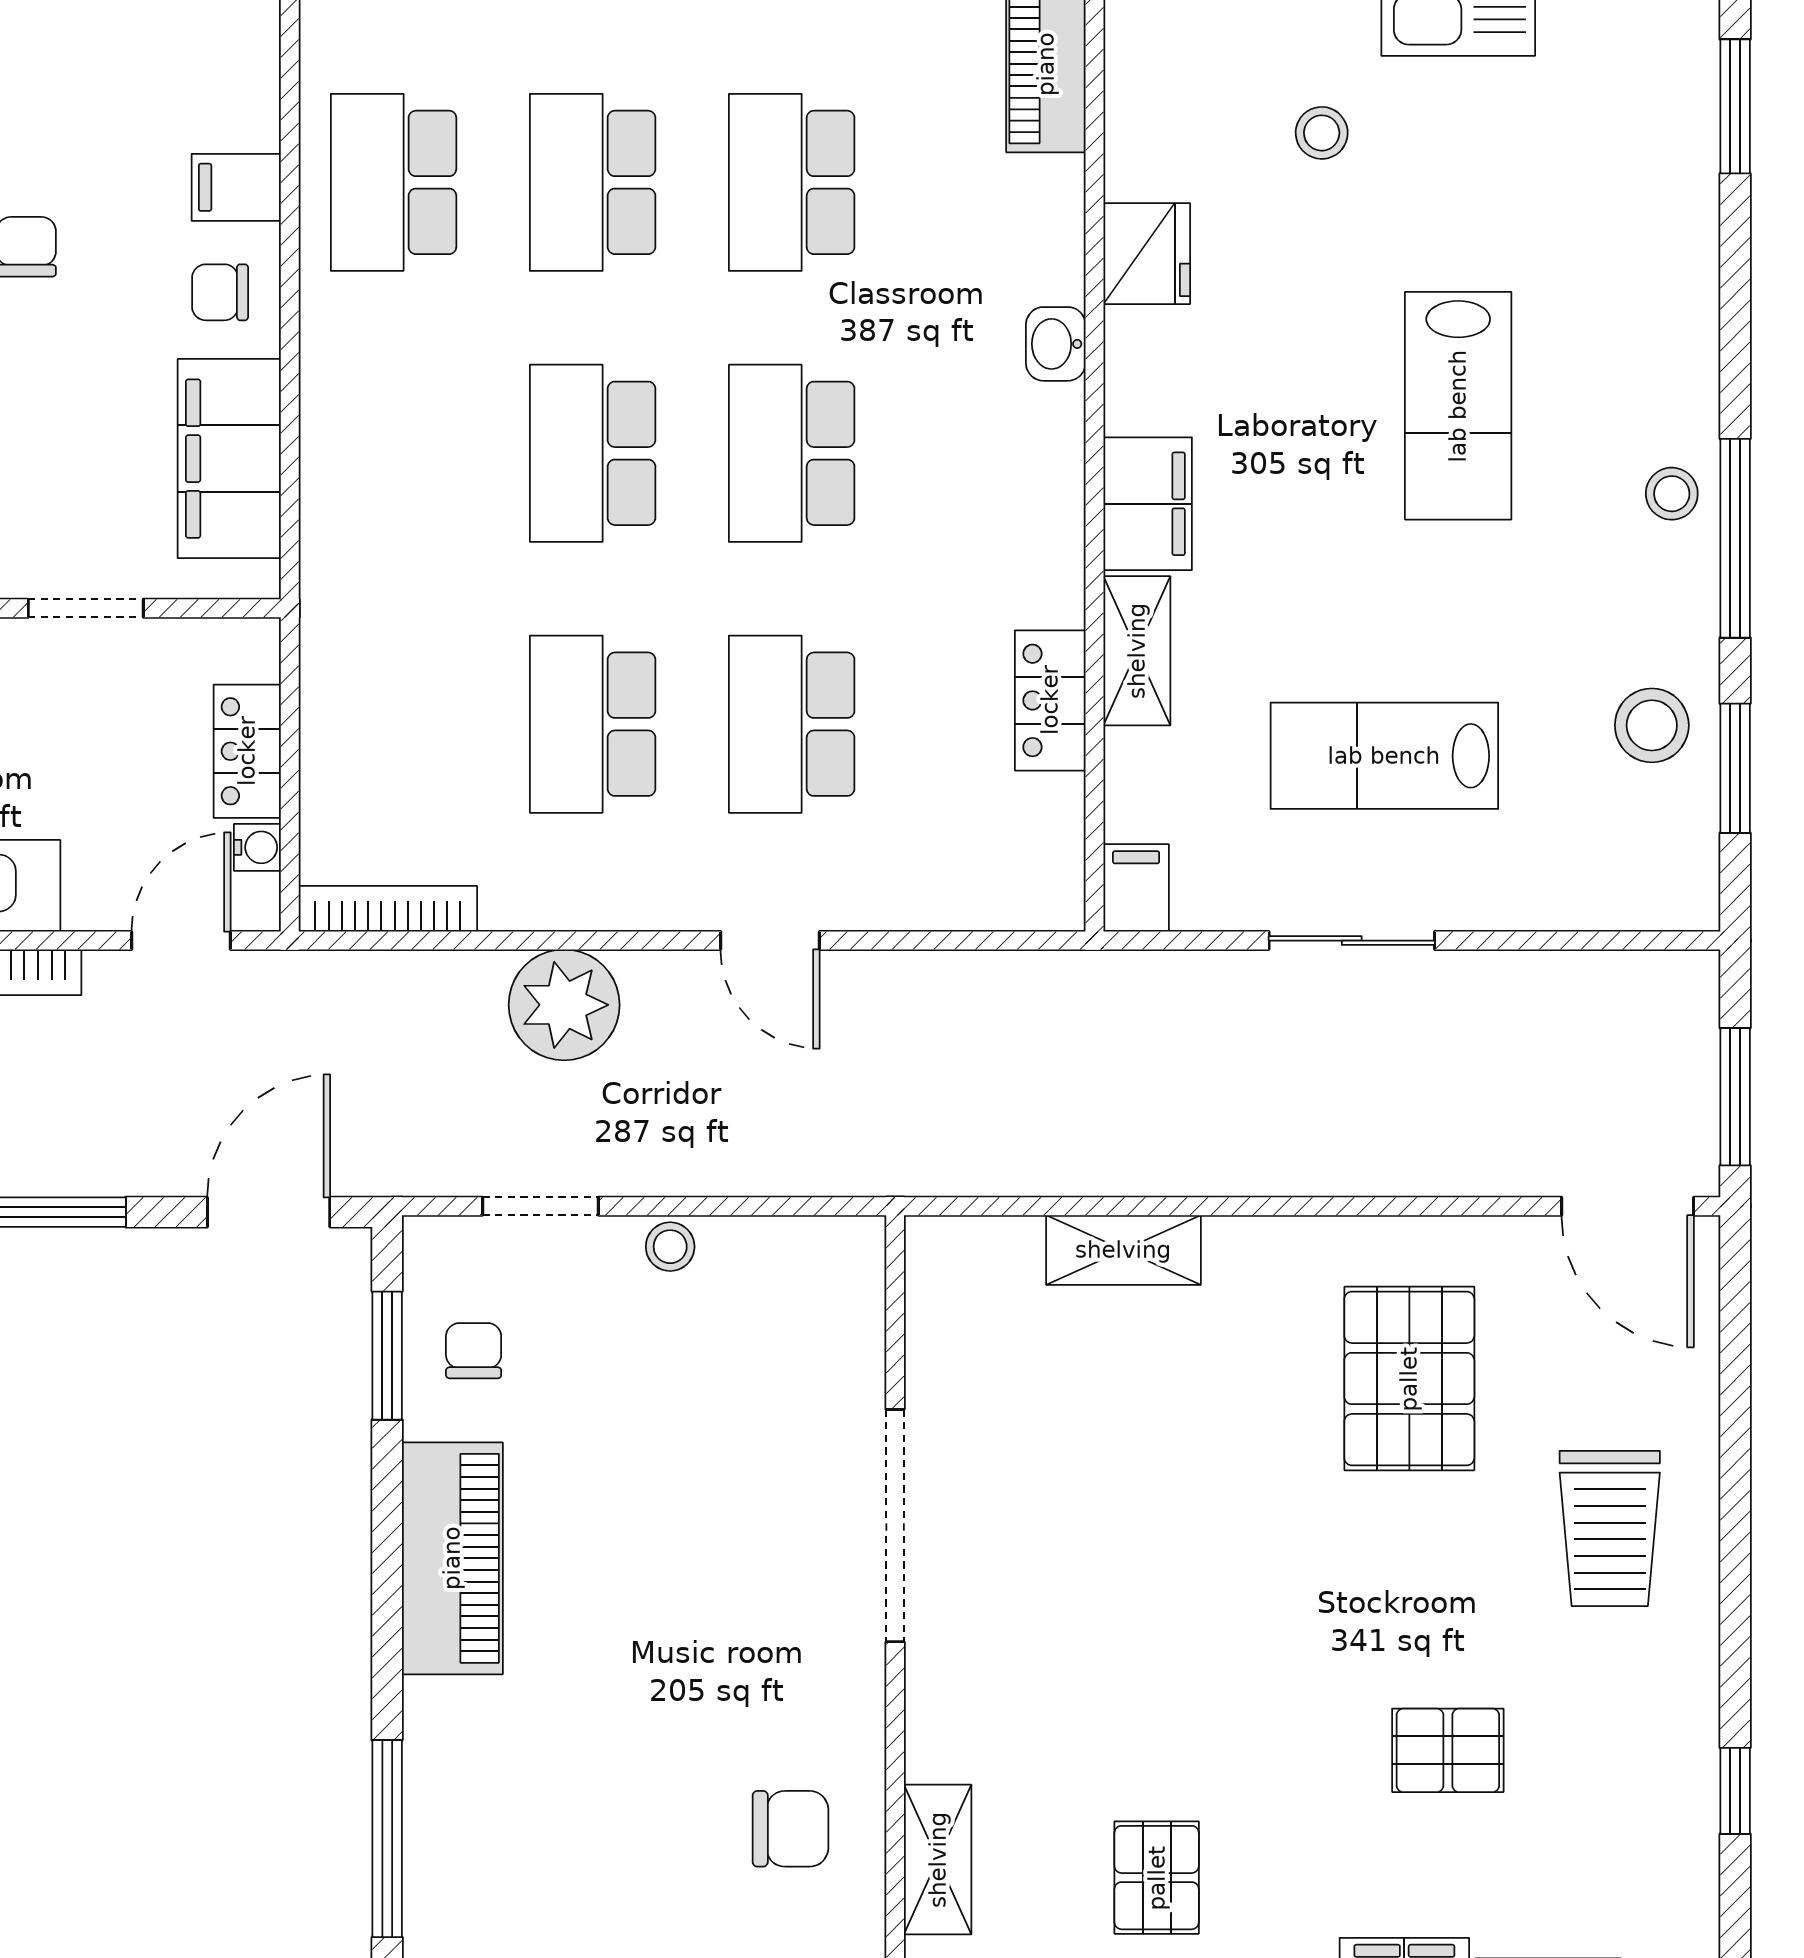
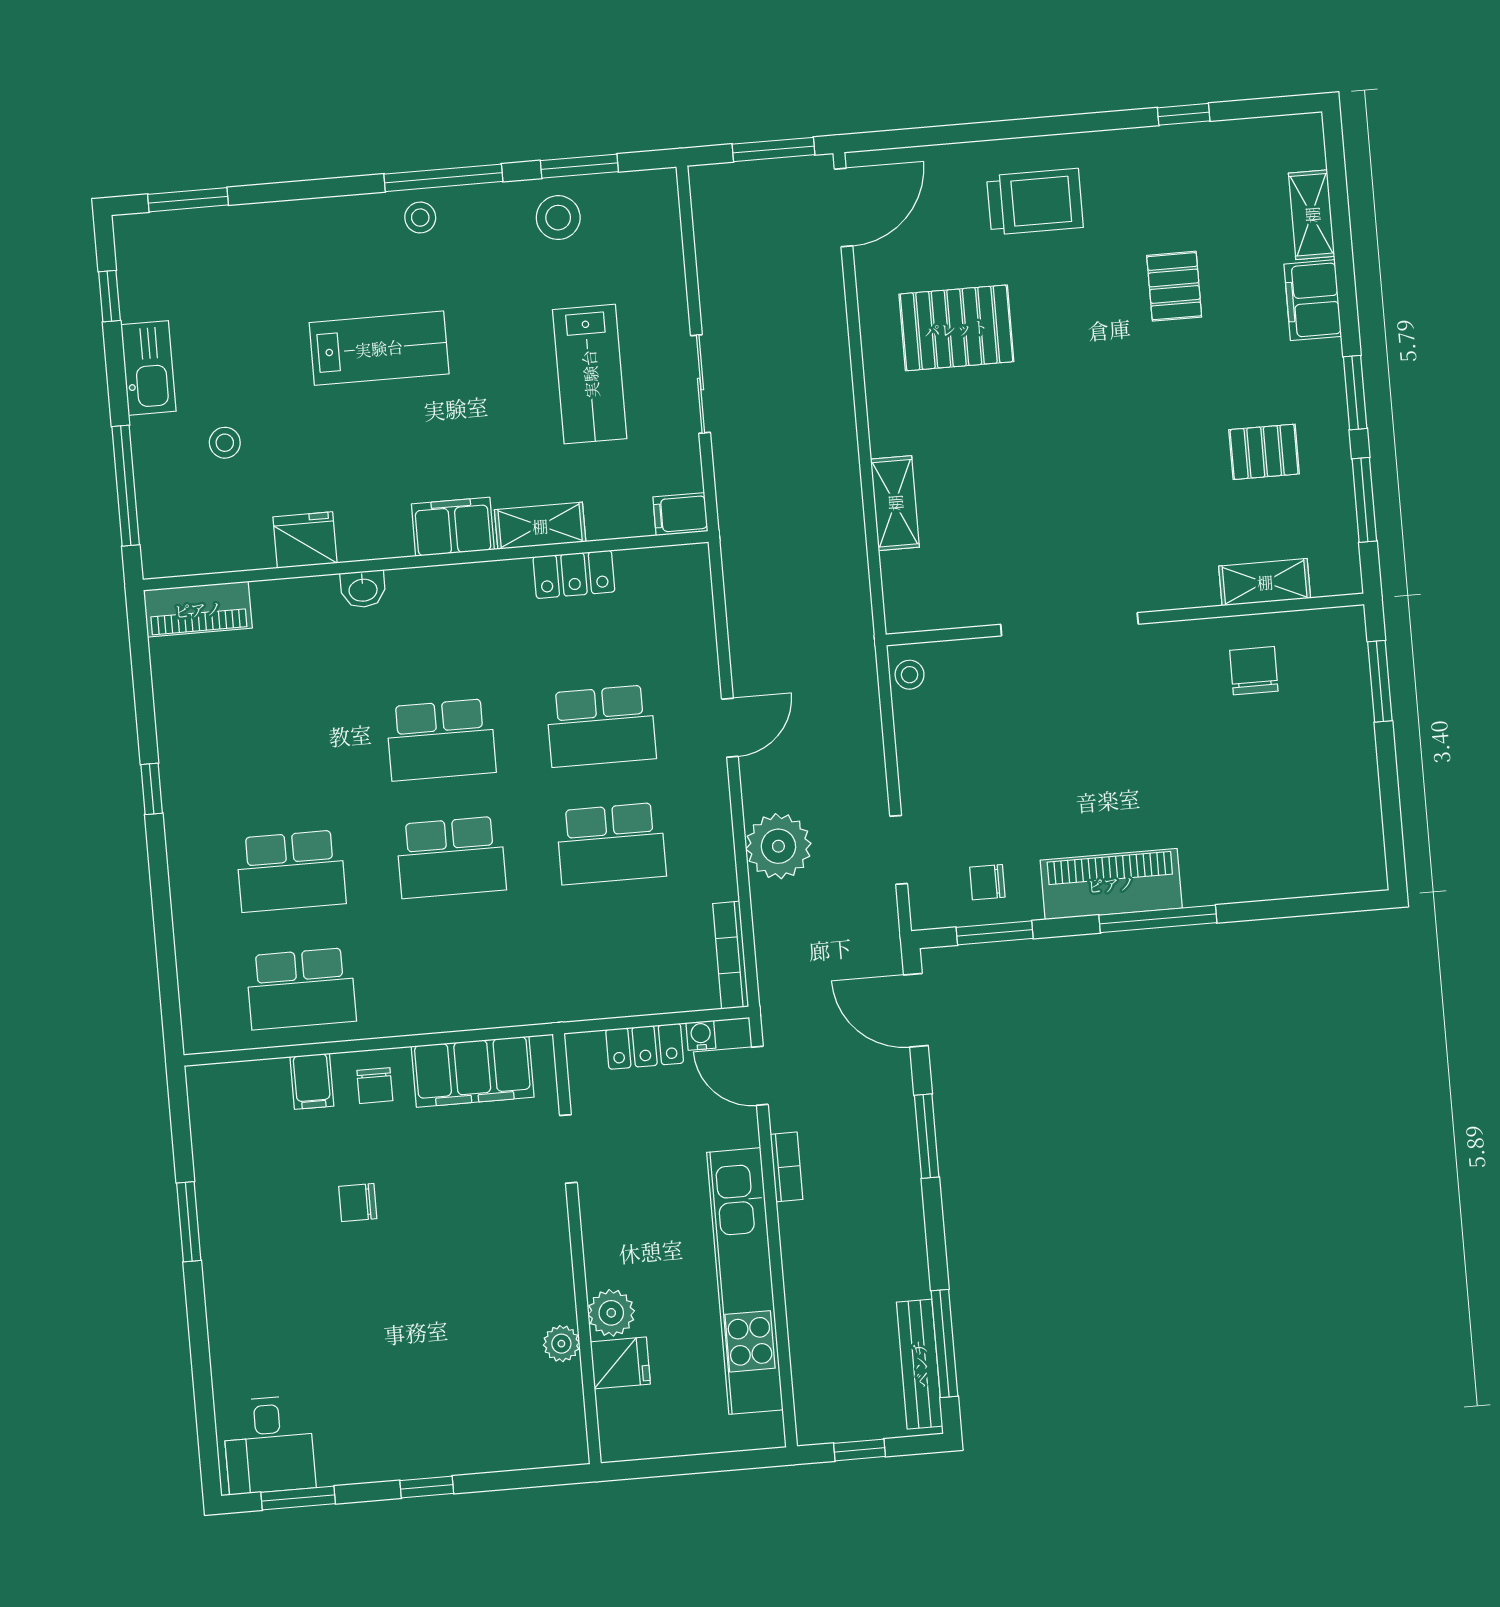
school desk: (792, 182) -> (281, 753), removed
stool: (670, 1247) -> (910, 675), moved
window: (387, 1839) -> (1158, 919), moved

